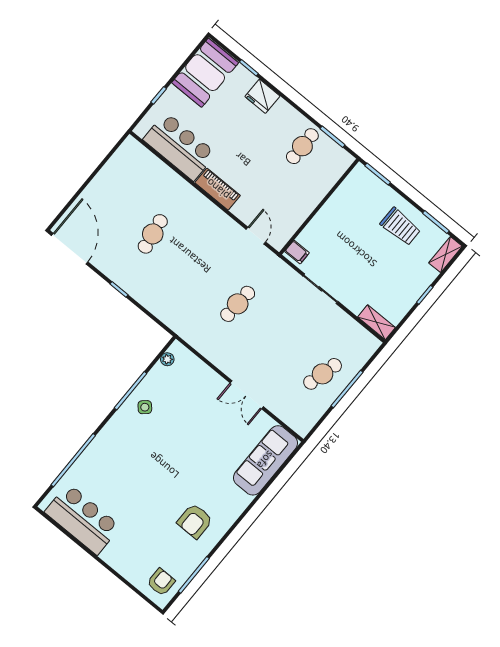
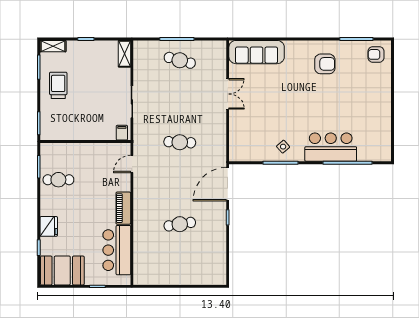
door: (70, 249) -> (228, 184), moved
plant: (167, 359) -> (245, 156), removed
bar counter: (83, 519) -> (331, 147), moved, turned 90

